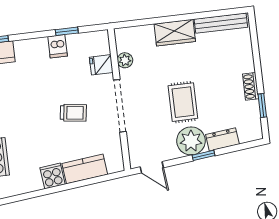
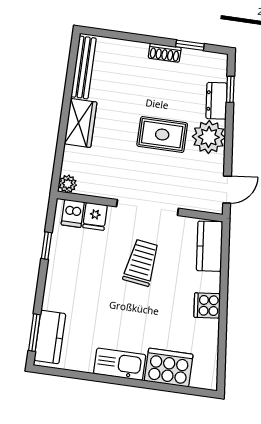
dishwasher: (58, 46) -> (73, 213), moved, turned 90
plant: (125, 60) -> (68, 184), moved
trolley: (73, 113) -> (141, 263), width x1.36, depth x1.39
window: (203, 155) -> (230, 89), moved
kitchen counter: (85, 169) -> (210, 246), moved

